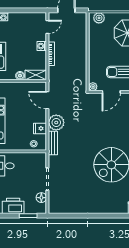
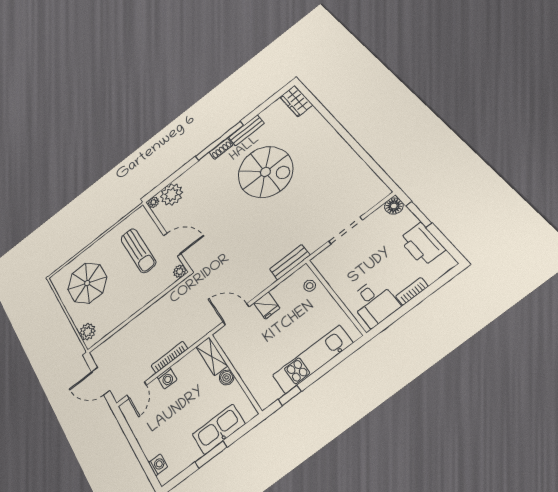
door: (47, 27) -> (137, 390), swing flipped
door: (47, 100) -> (236, 314), swing flipped
plant: (56, 123) -> (259, 279), removed
fridge: (40, 128) -> (267, 306), moved
floor lamp: (41, 198) -> (394, 206), moved

